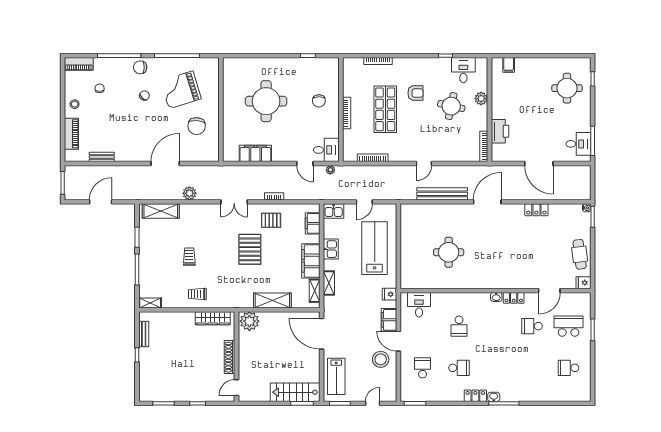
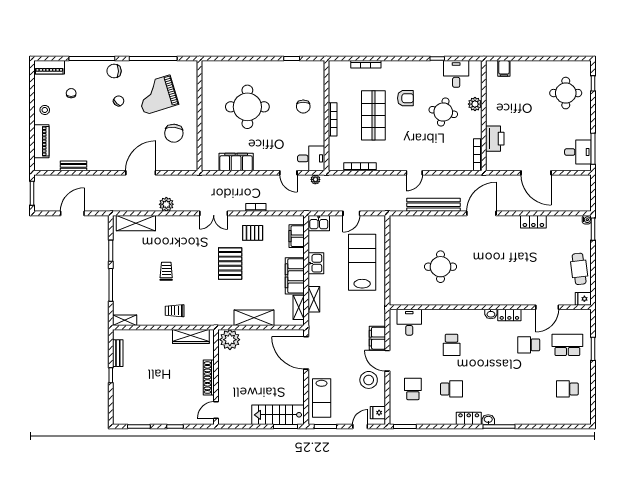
fridge: (389, 294) -> (378, 413), moved

